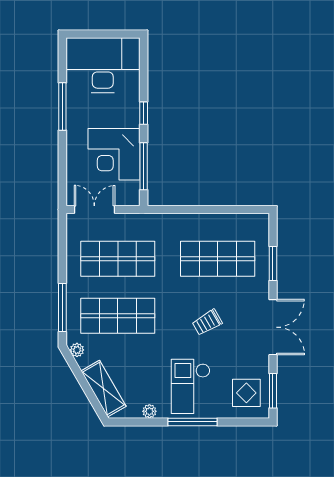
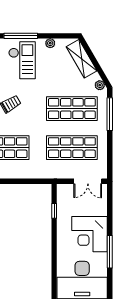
window: (144, 113) -> (54, 247), removed
corner desk: (114, 154) -> (90, 234), moved, turned 180
window: (144, 166) -> (54, 211), width x0.46

